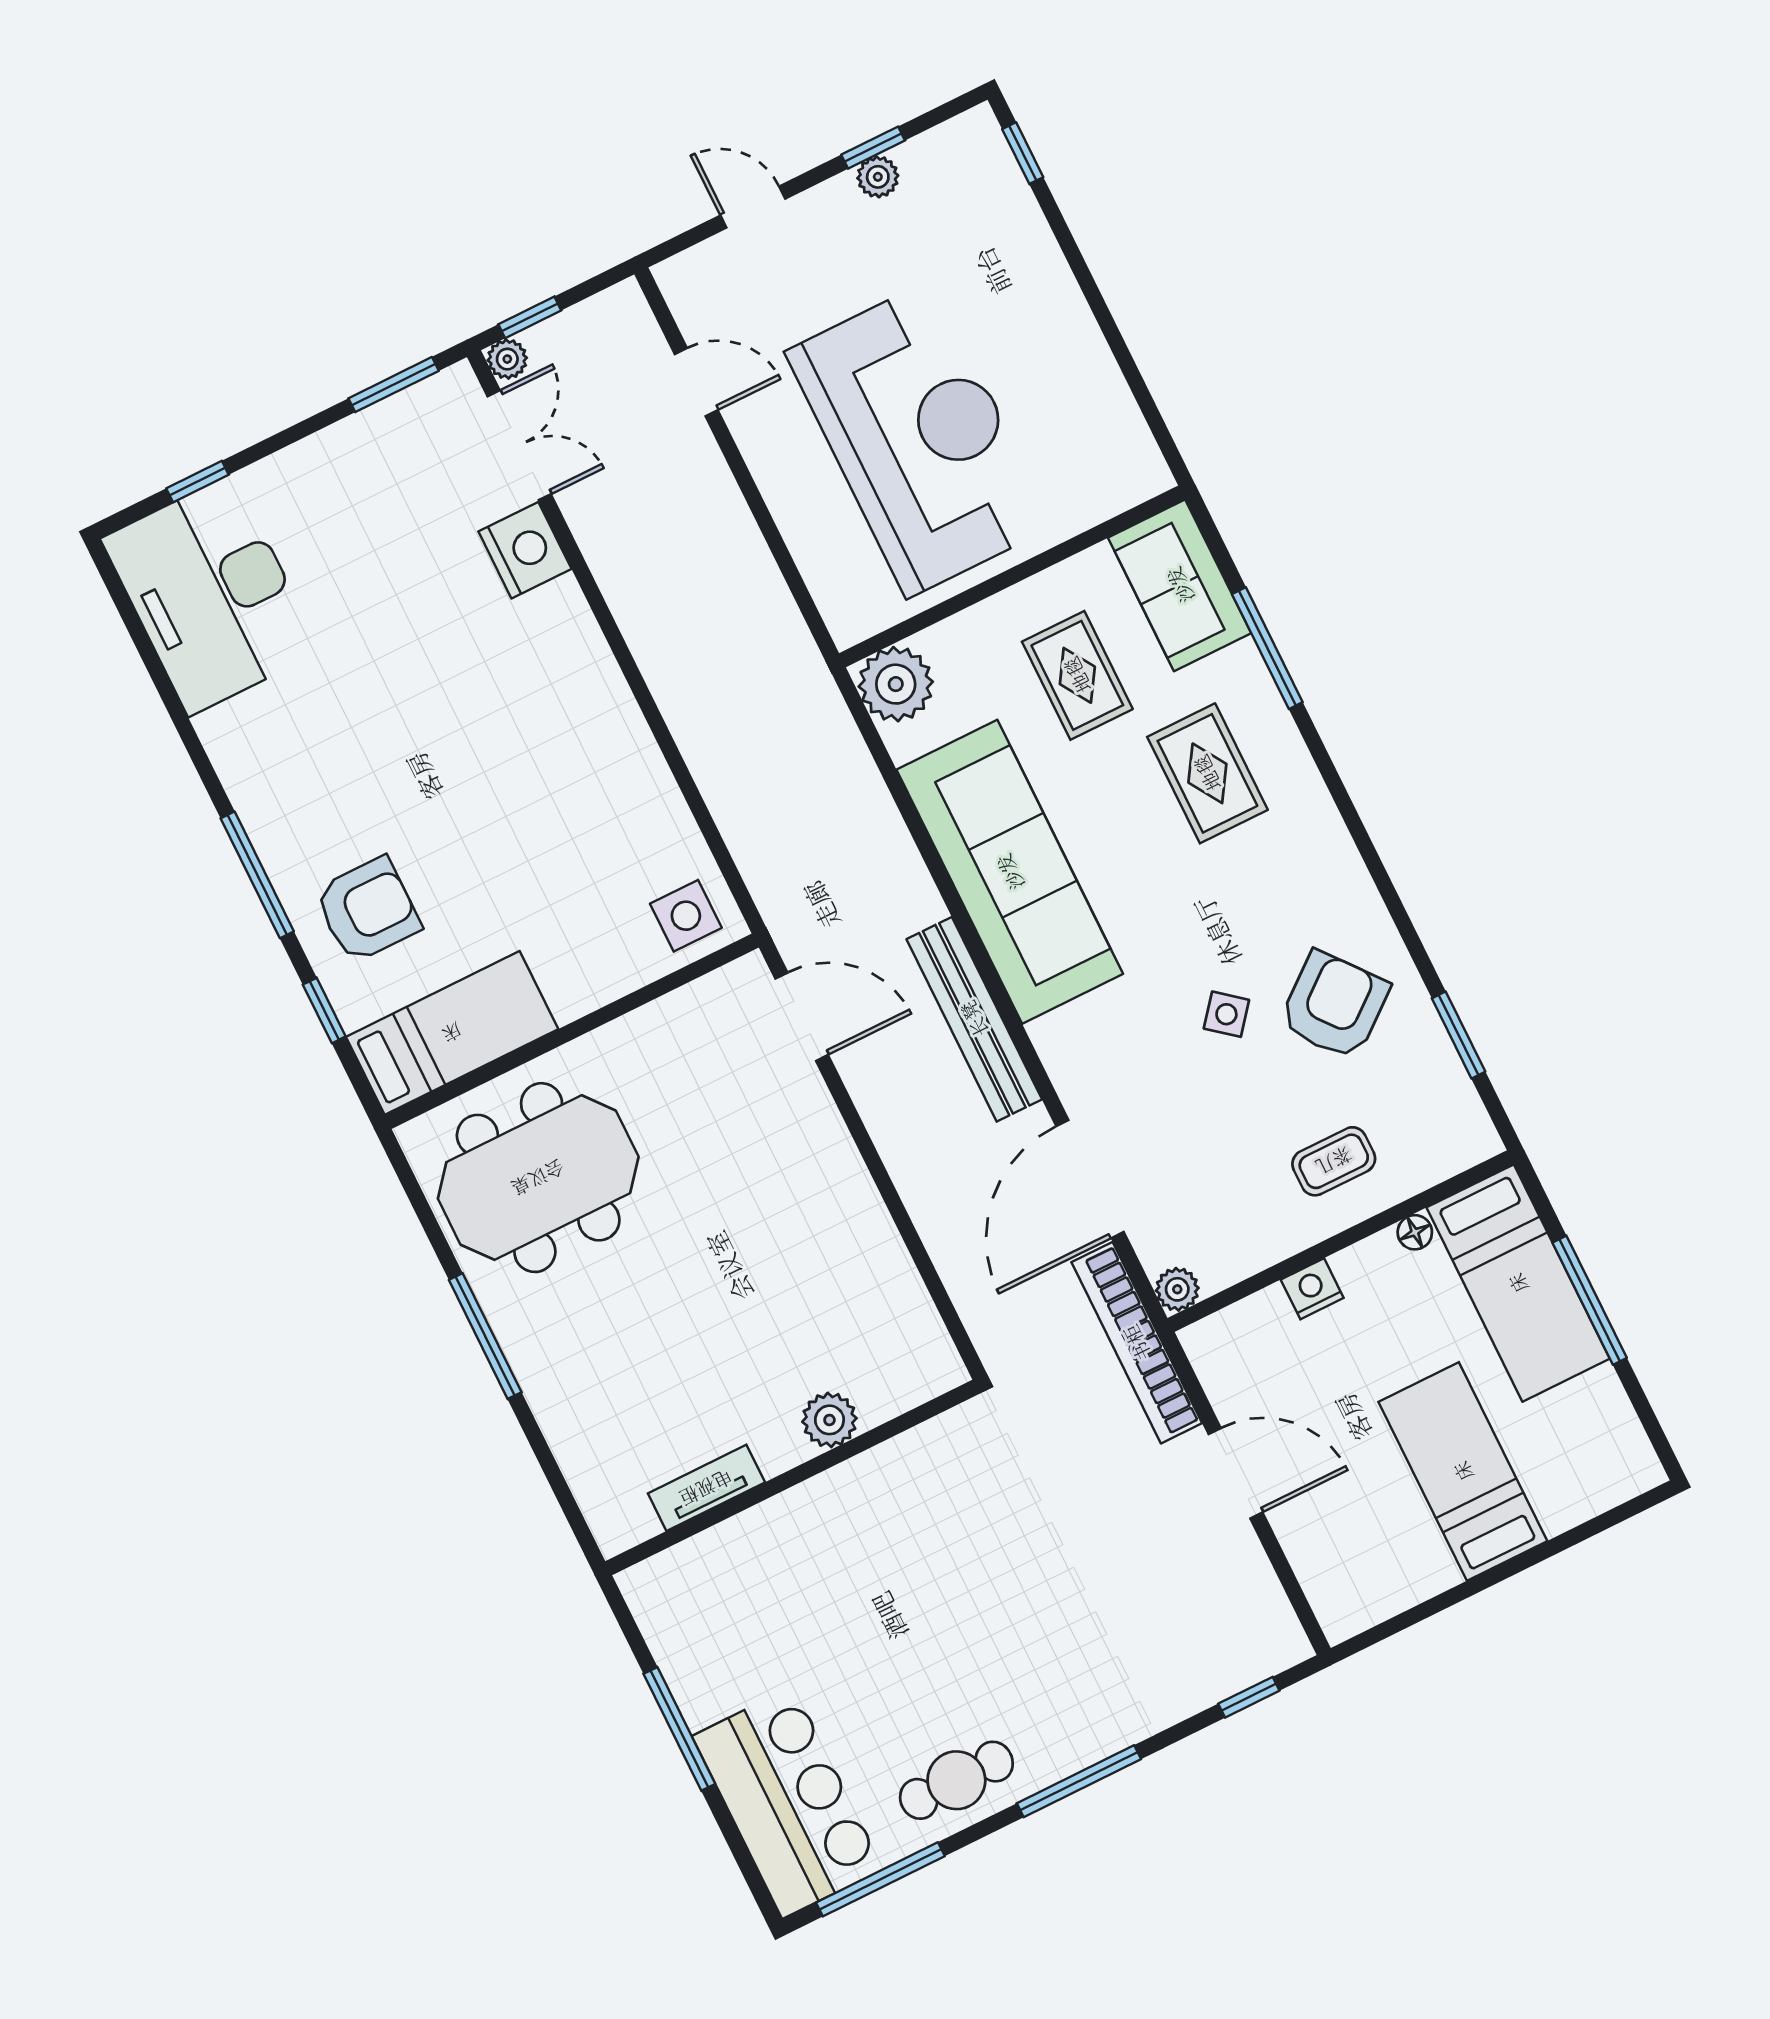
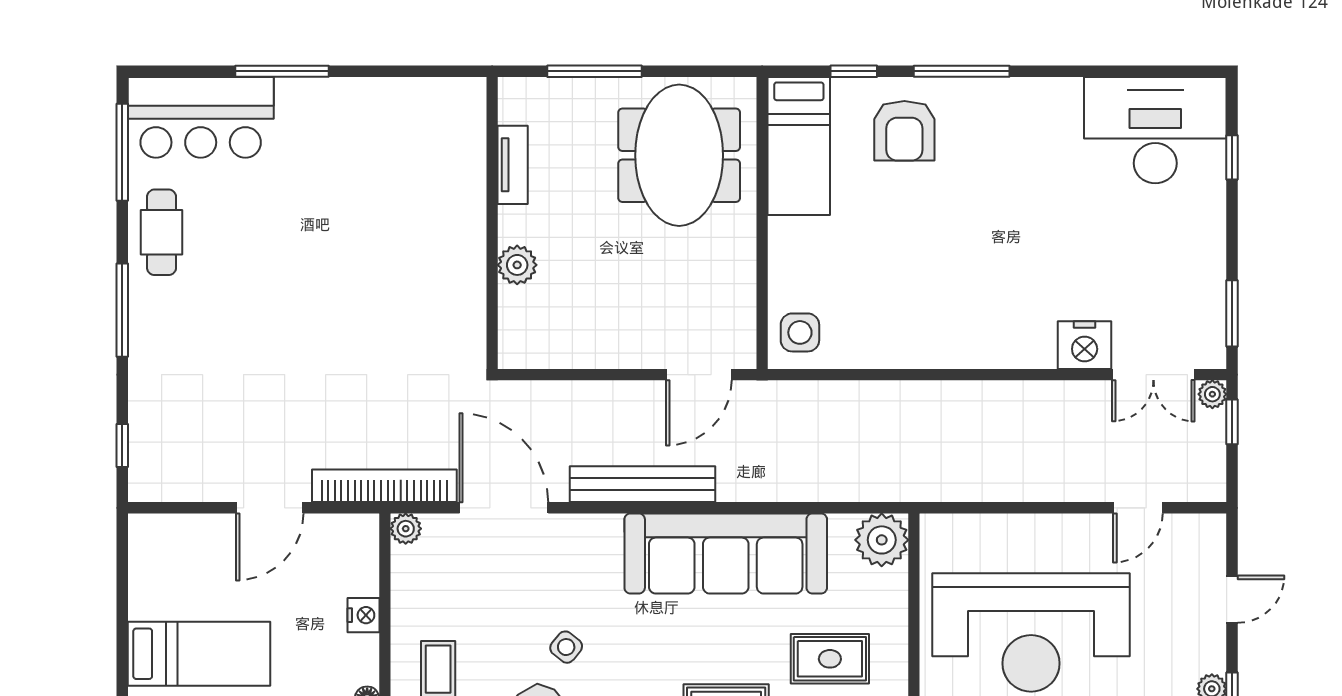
plant: (829, 1420) -> (517, 265), moved
wall: (792, 1477) -> (492, 223), moved
tv unit: (706, 1488) -> (513, 165), moved

